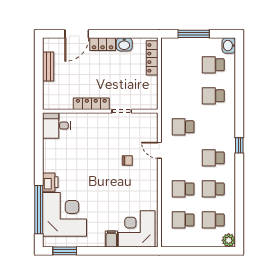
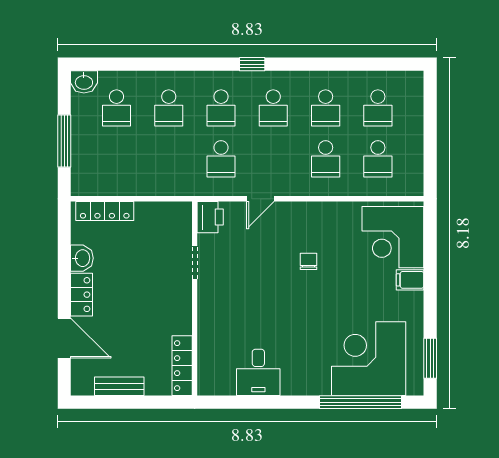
locker: (91, 104) -> (182, 366), moved
desk: (56, 126) -> (258, 372), moved
school desk: (213, 127) -> (221, 108), added
chair: (127, 161) -> (309, 261), moved
printer: (50, 182) -> (210, 217), moved, turned 90
plant: (229, 240) -> (412, 82), removed

